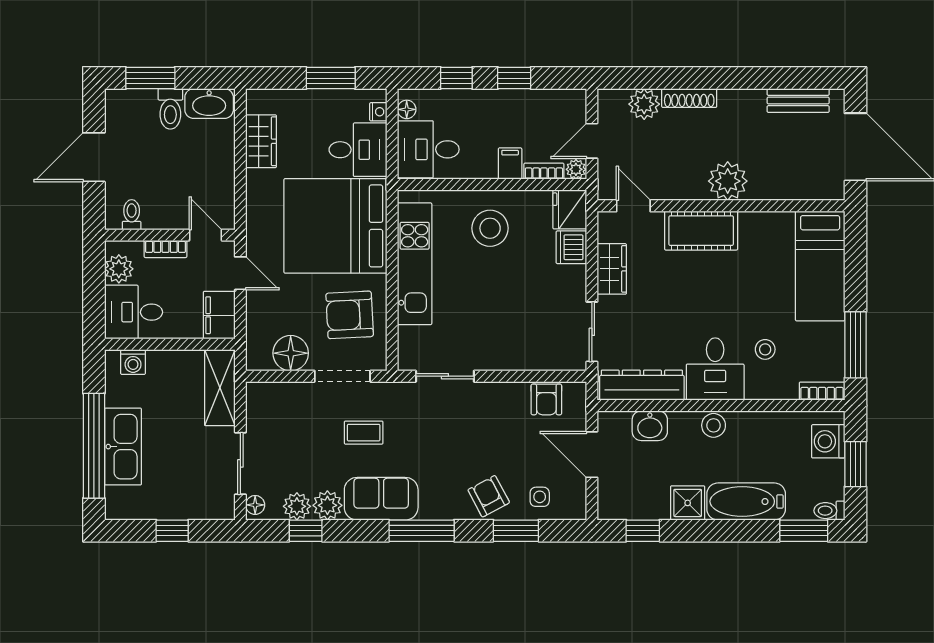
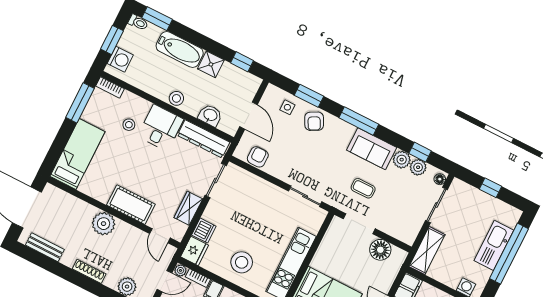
shoe rack: (689, 98) -> (89, 271), moved
armchair: (350, 315) -> (339, 254), removed

